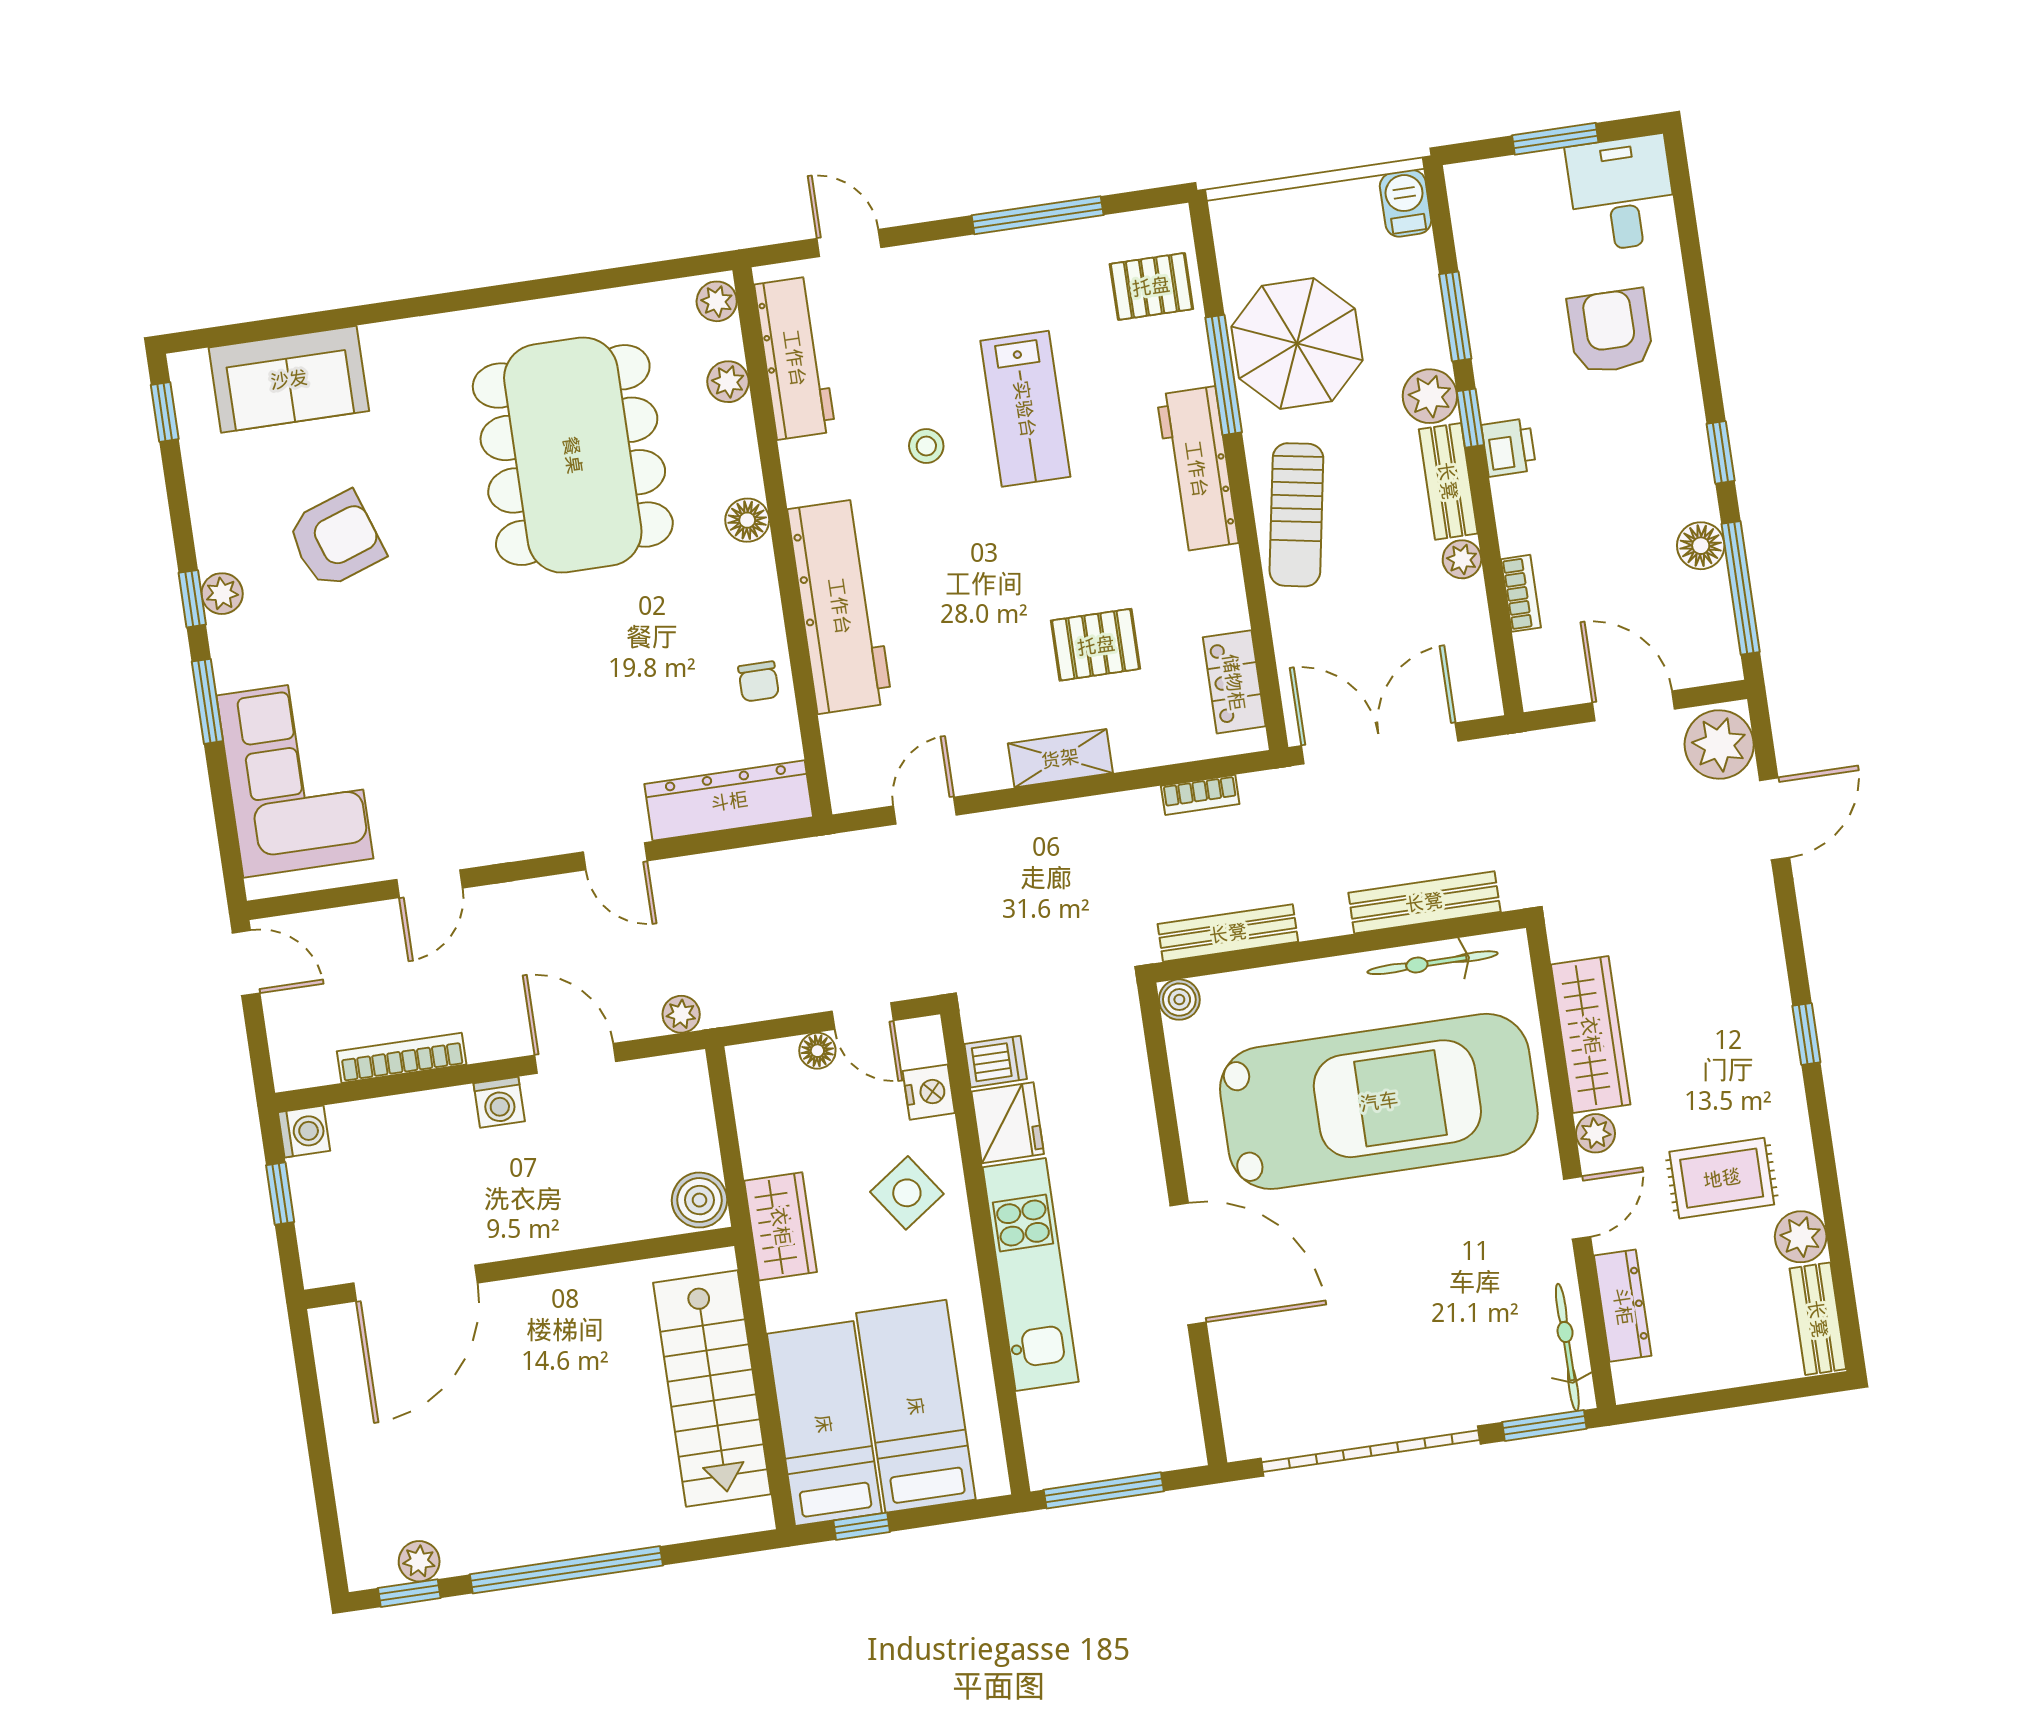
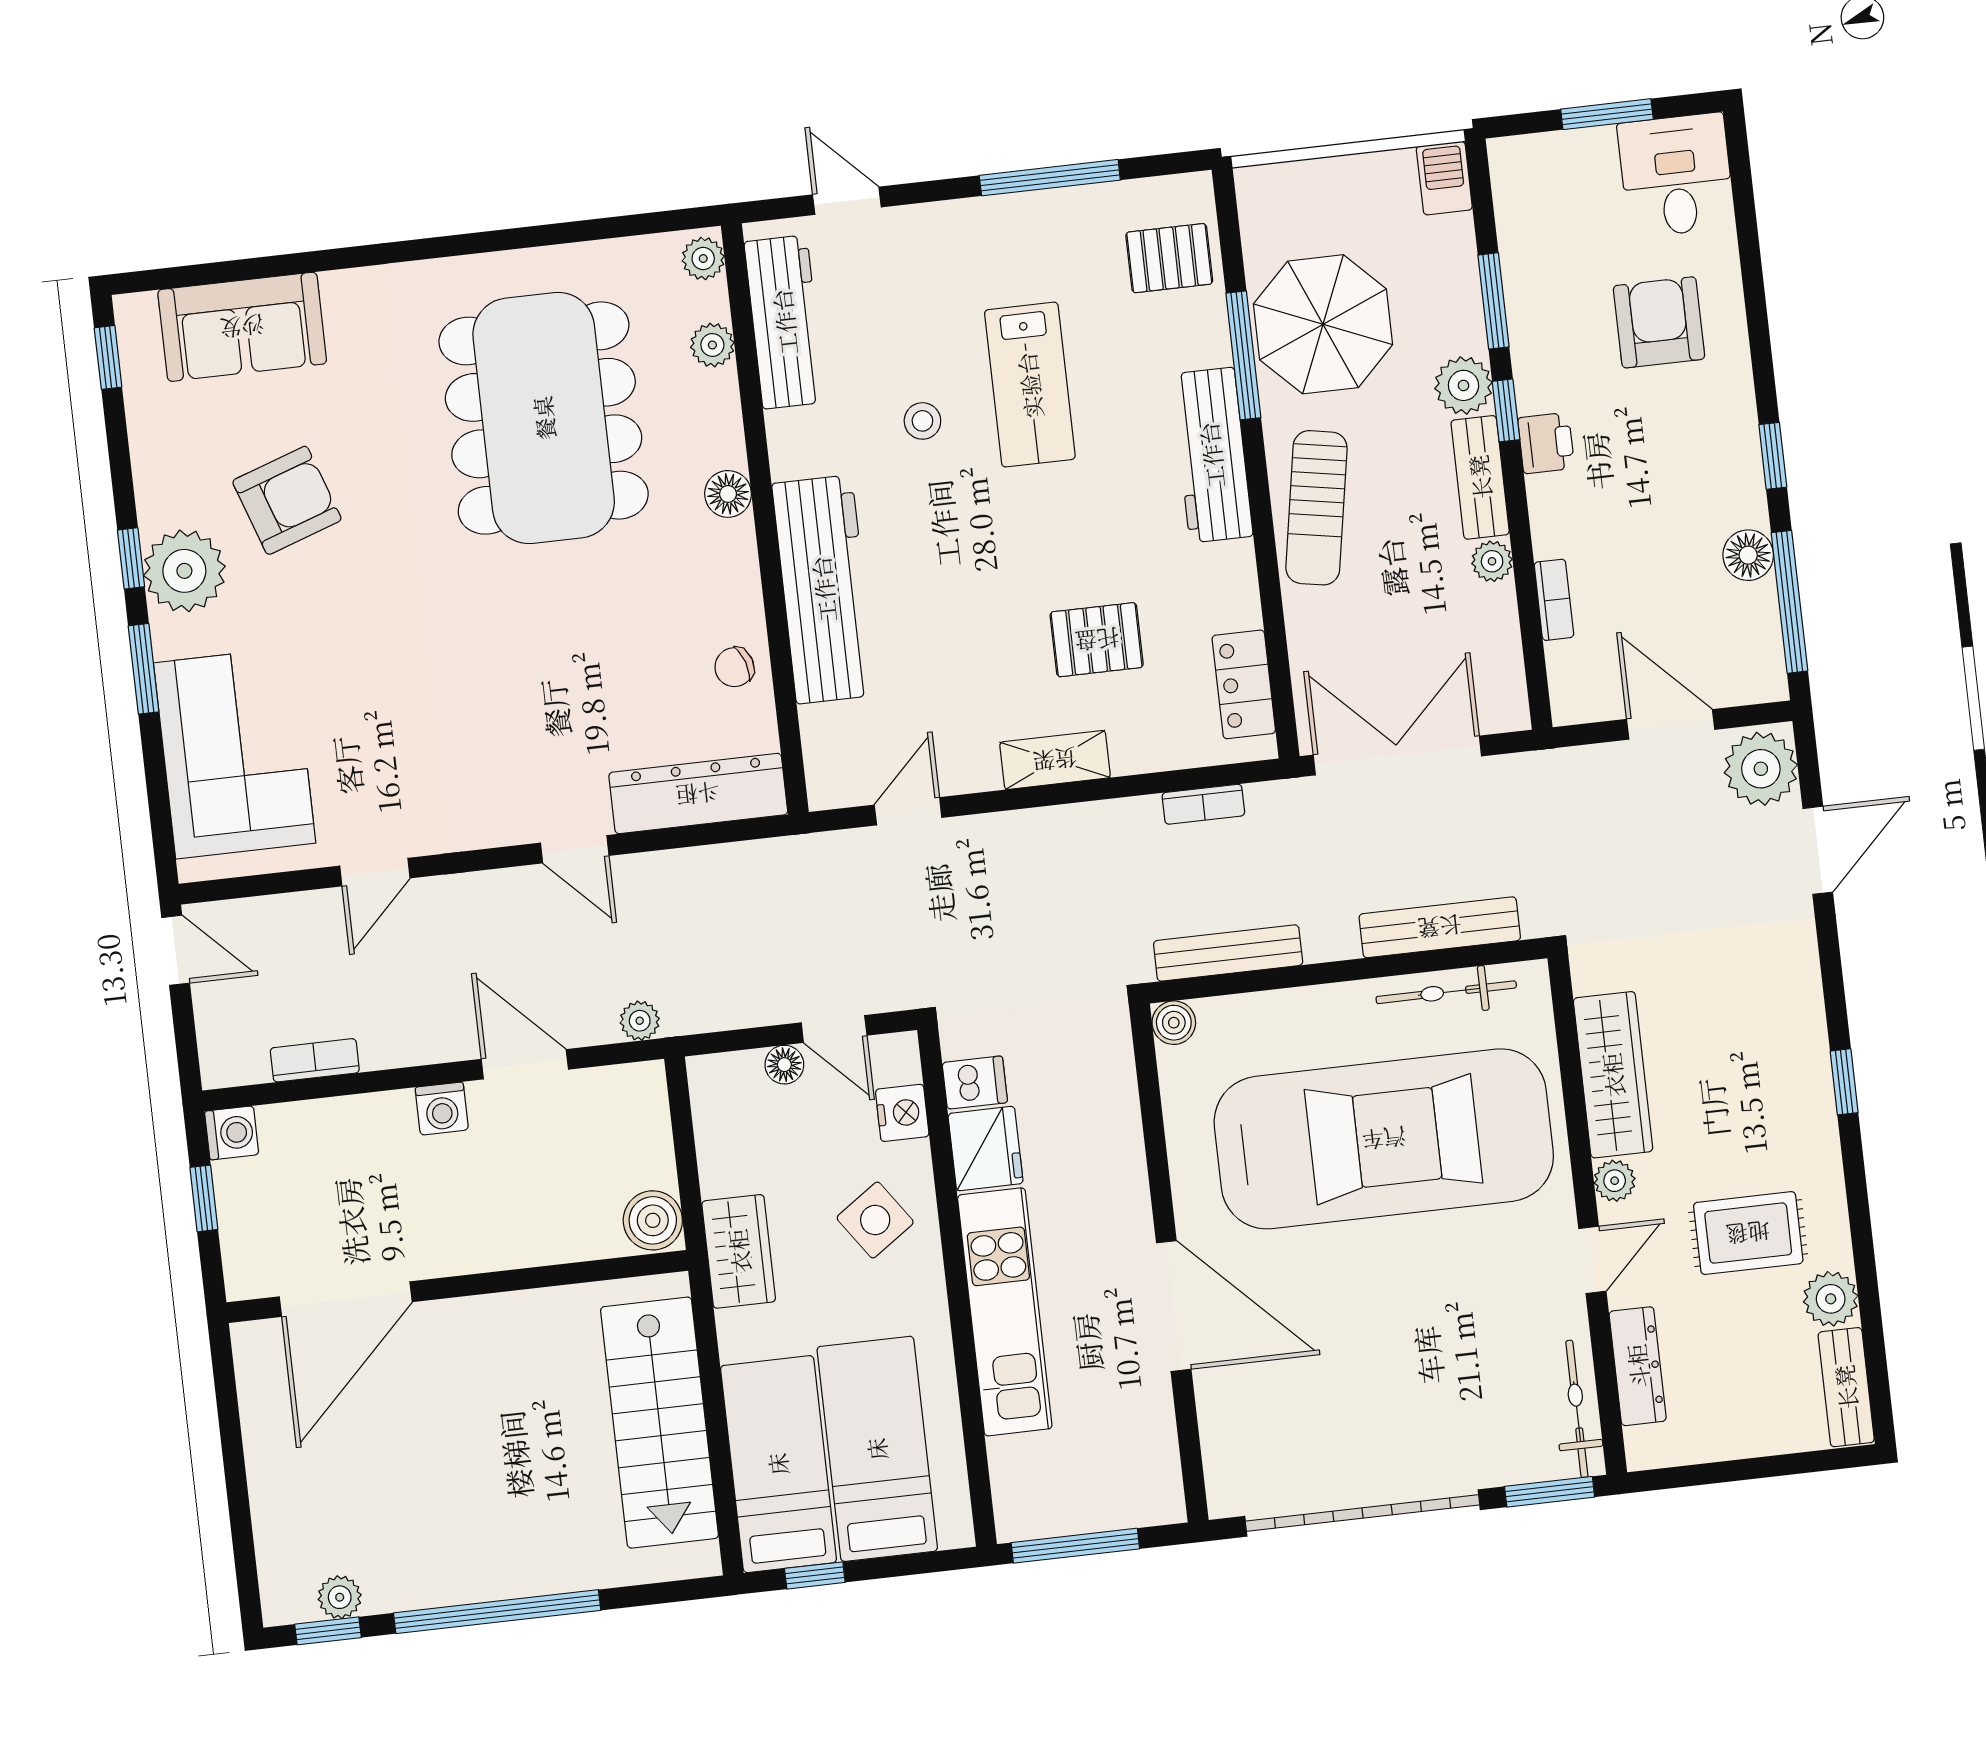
plant: (222, 594) -> (184, 571), width x1.88, depth x1.88
chair: (759, 681) -> (734, 667), turned 72
bookcase: (402, 1058) -> (315, 1060), width x0.64

